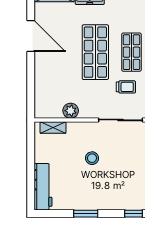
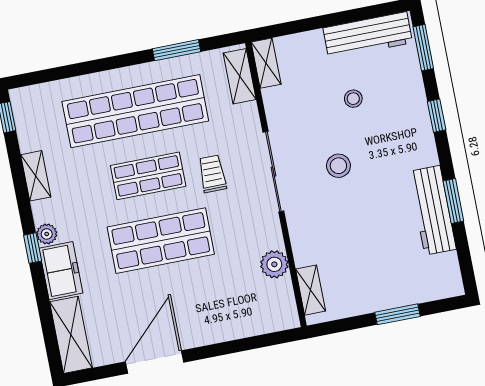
stool: (92, 158) -> (338, 166), moved
window: (31, 172) -> (398, 314), added
workbench: (43, 187) -> (432, 210), moved, turned -90

